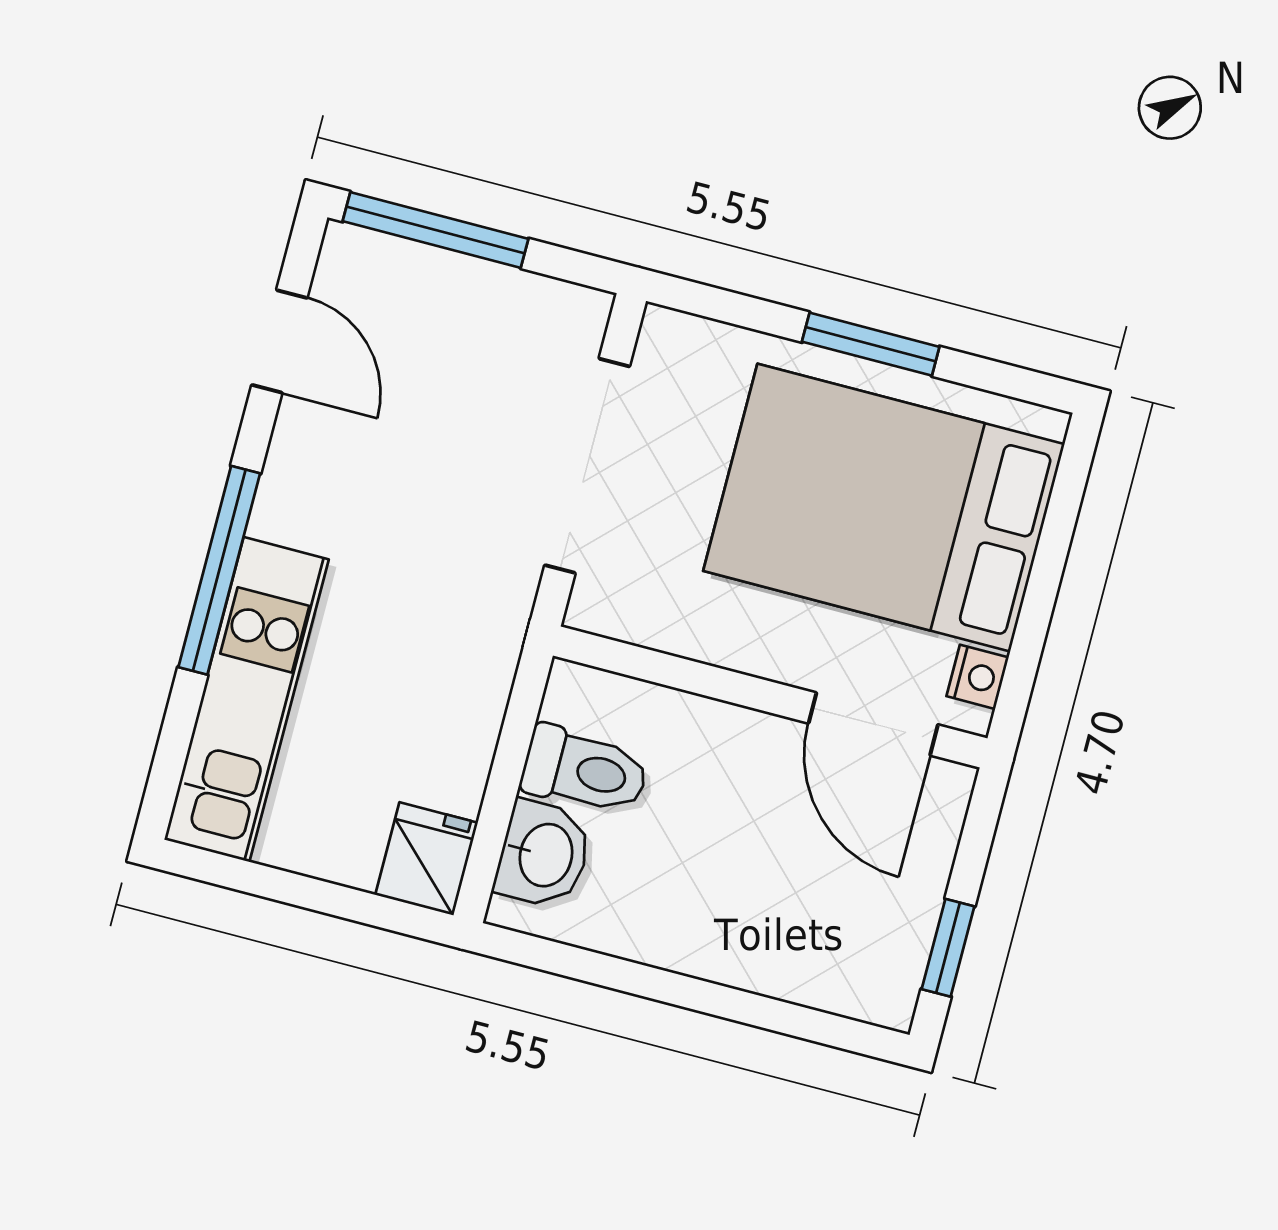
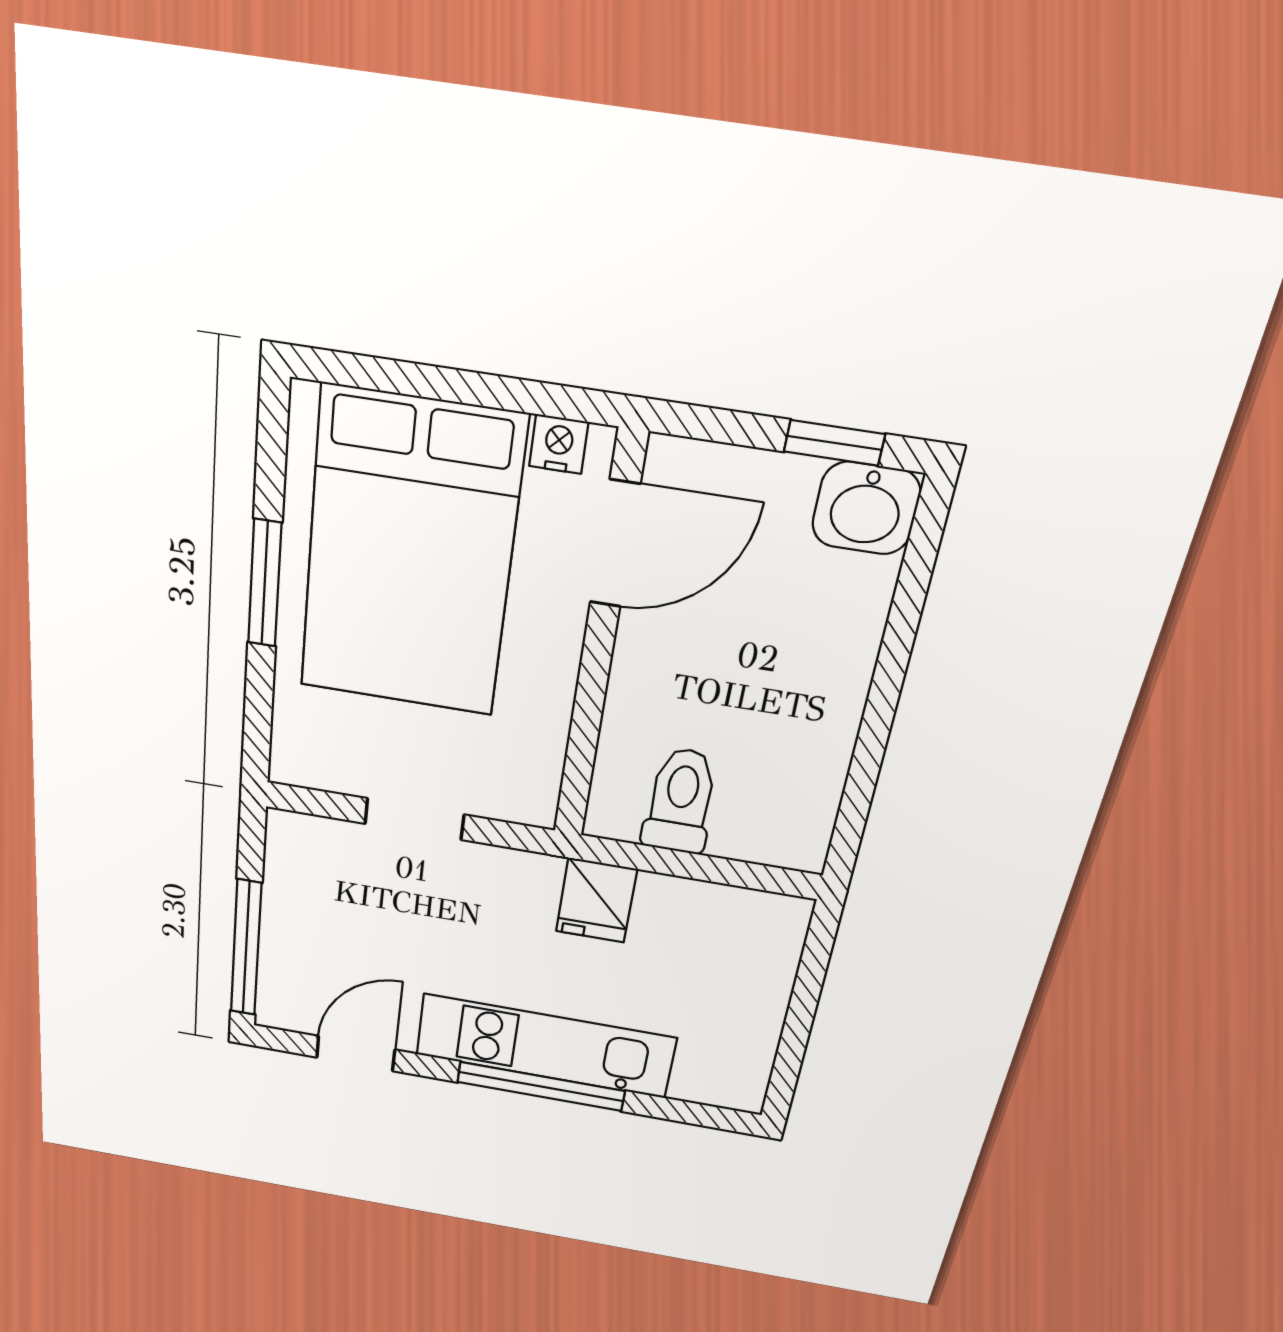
doorway: (587, 466) -> (414, 819), width x0.53
kitchen unit: (246, 699) -> (545, 1046), moved
washbasin: (544, 855) -> (866, 508), moved, turned 180
fridge: (426, 859) -> (596, 900), moved, turned -90

